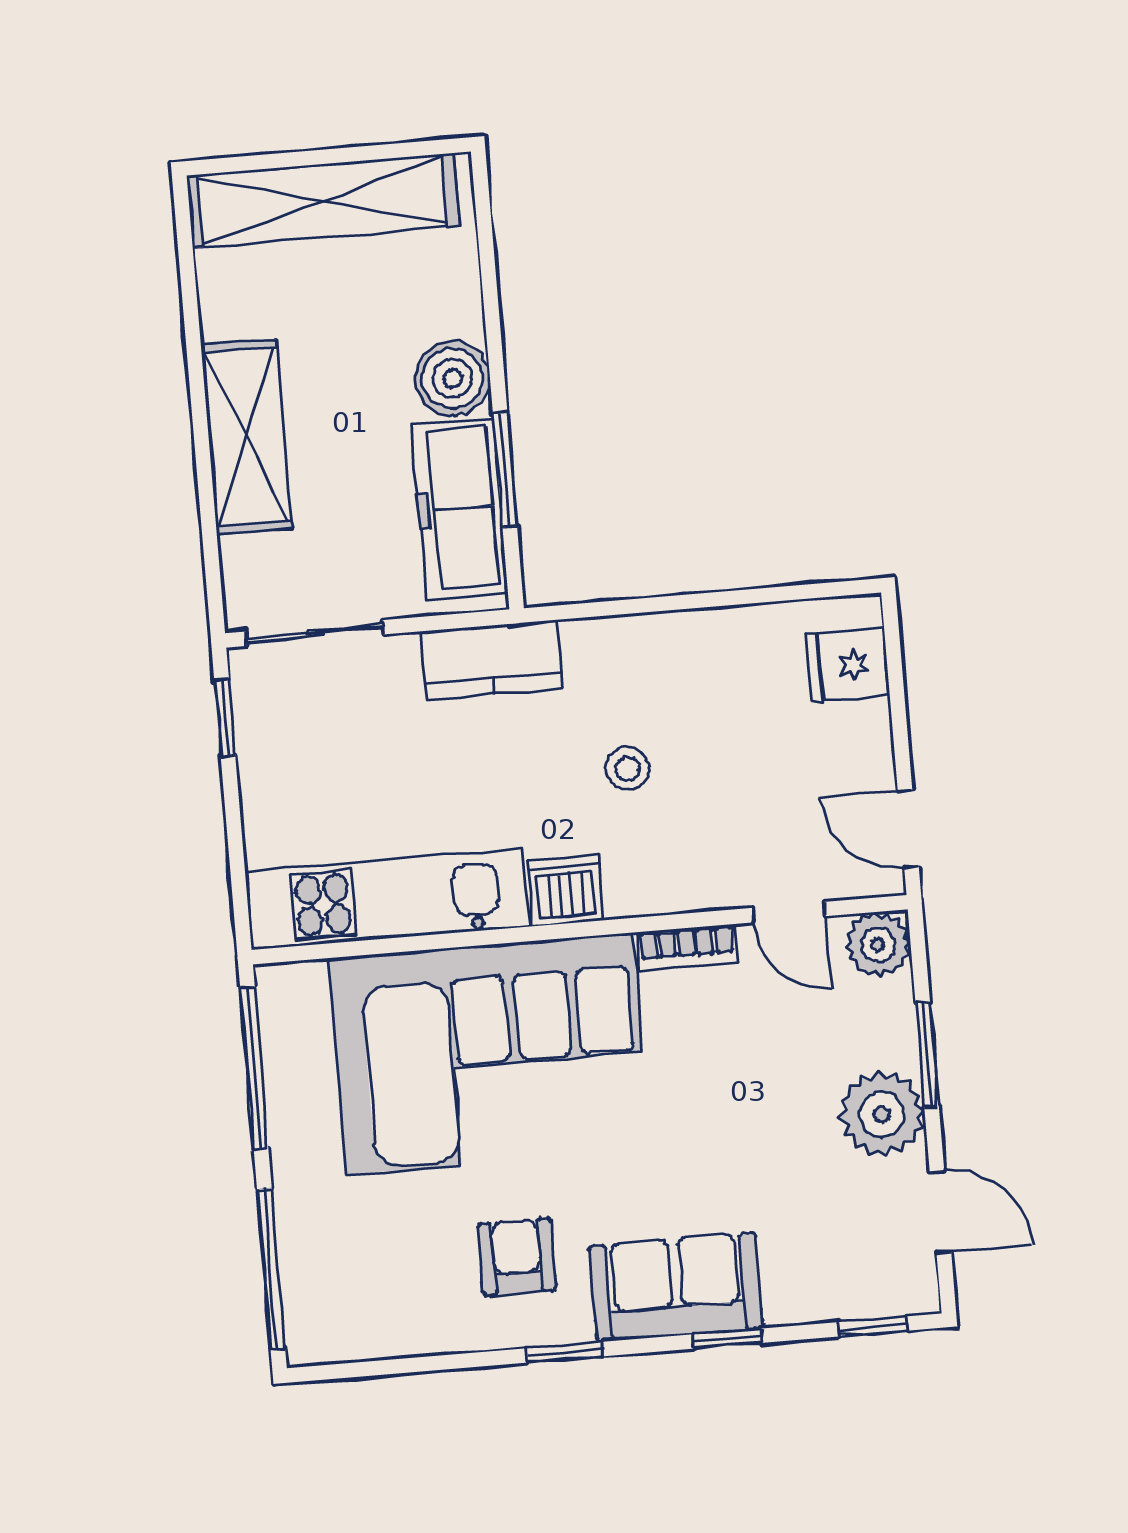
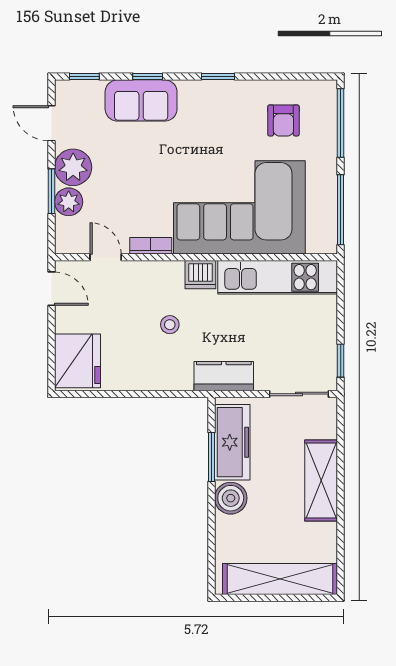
fridge: (847, 665) -> (77, 361), width x1.88, depth x1.34
plant: (878, 944) -> (69, 202), moved
armchair: (517, 1257) -> (283, 120), moved
sofa: (676, 1287) -> (141, 100), moved

